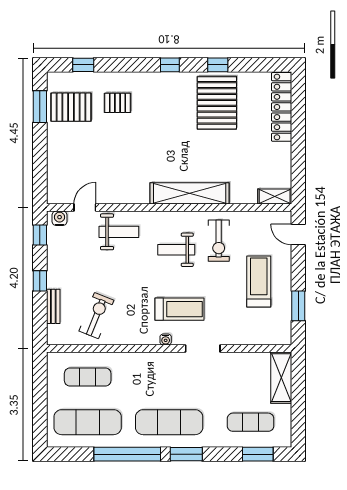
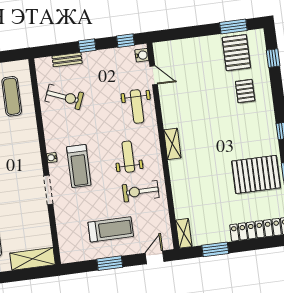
window: (298, 162) -> (215, 249), added
shelving: (190, 193) -> (172, 144), width x0.45, depth x0.75
window: (298, 306) -> (110, 263), moved

